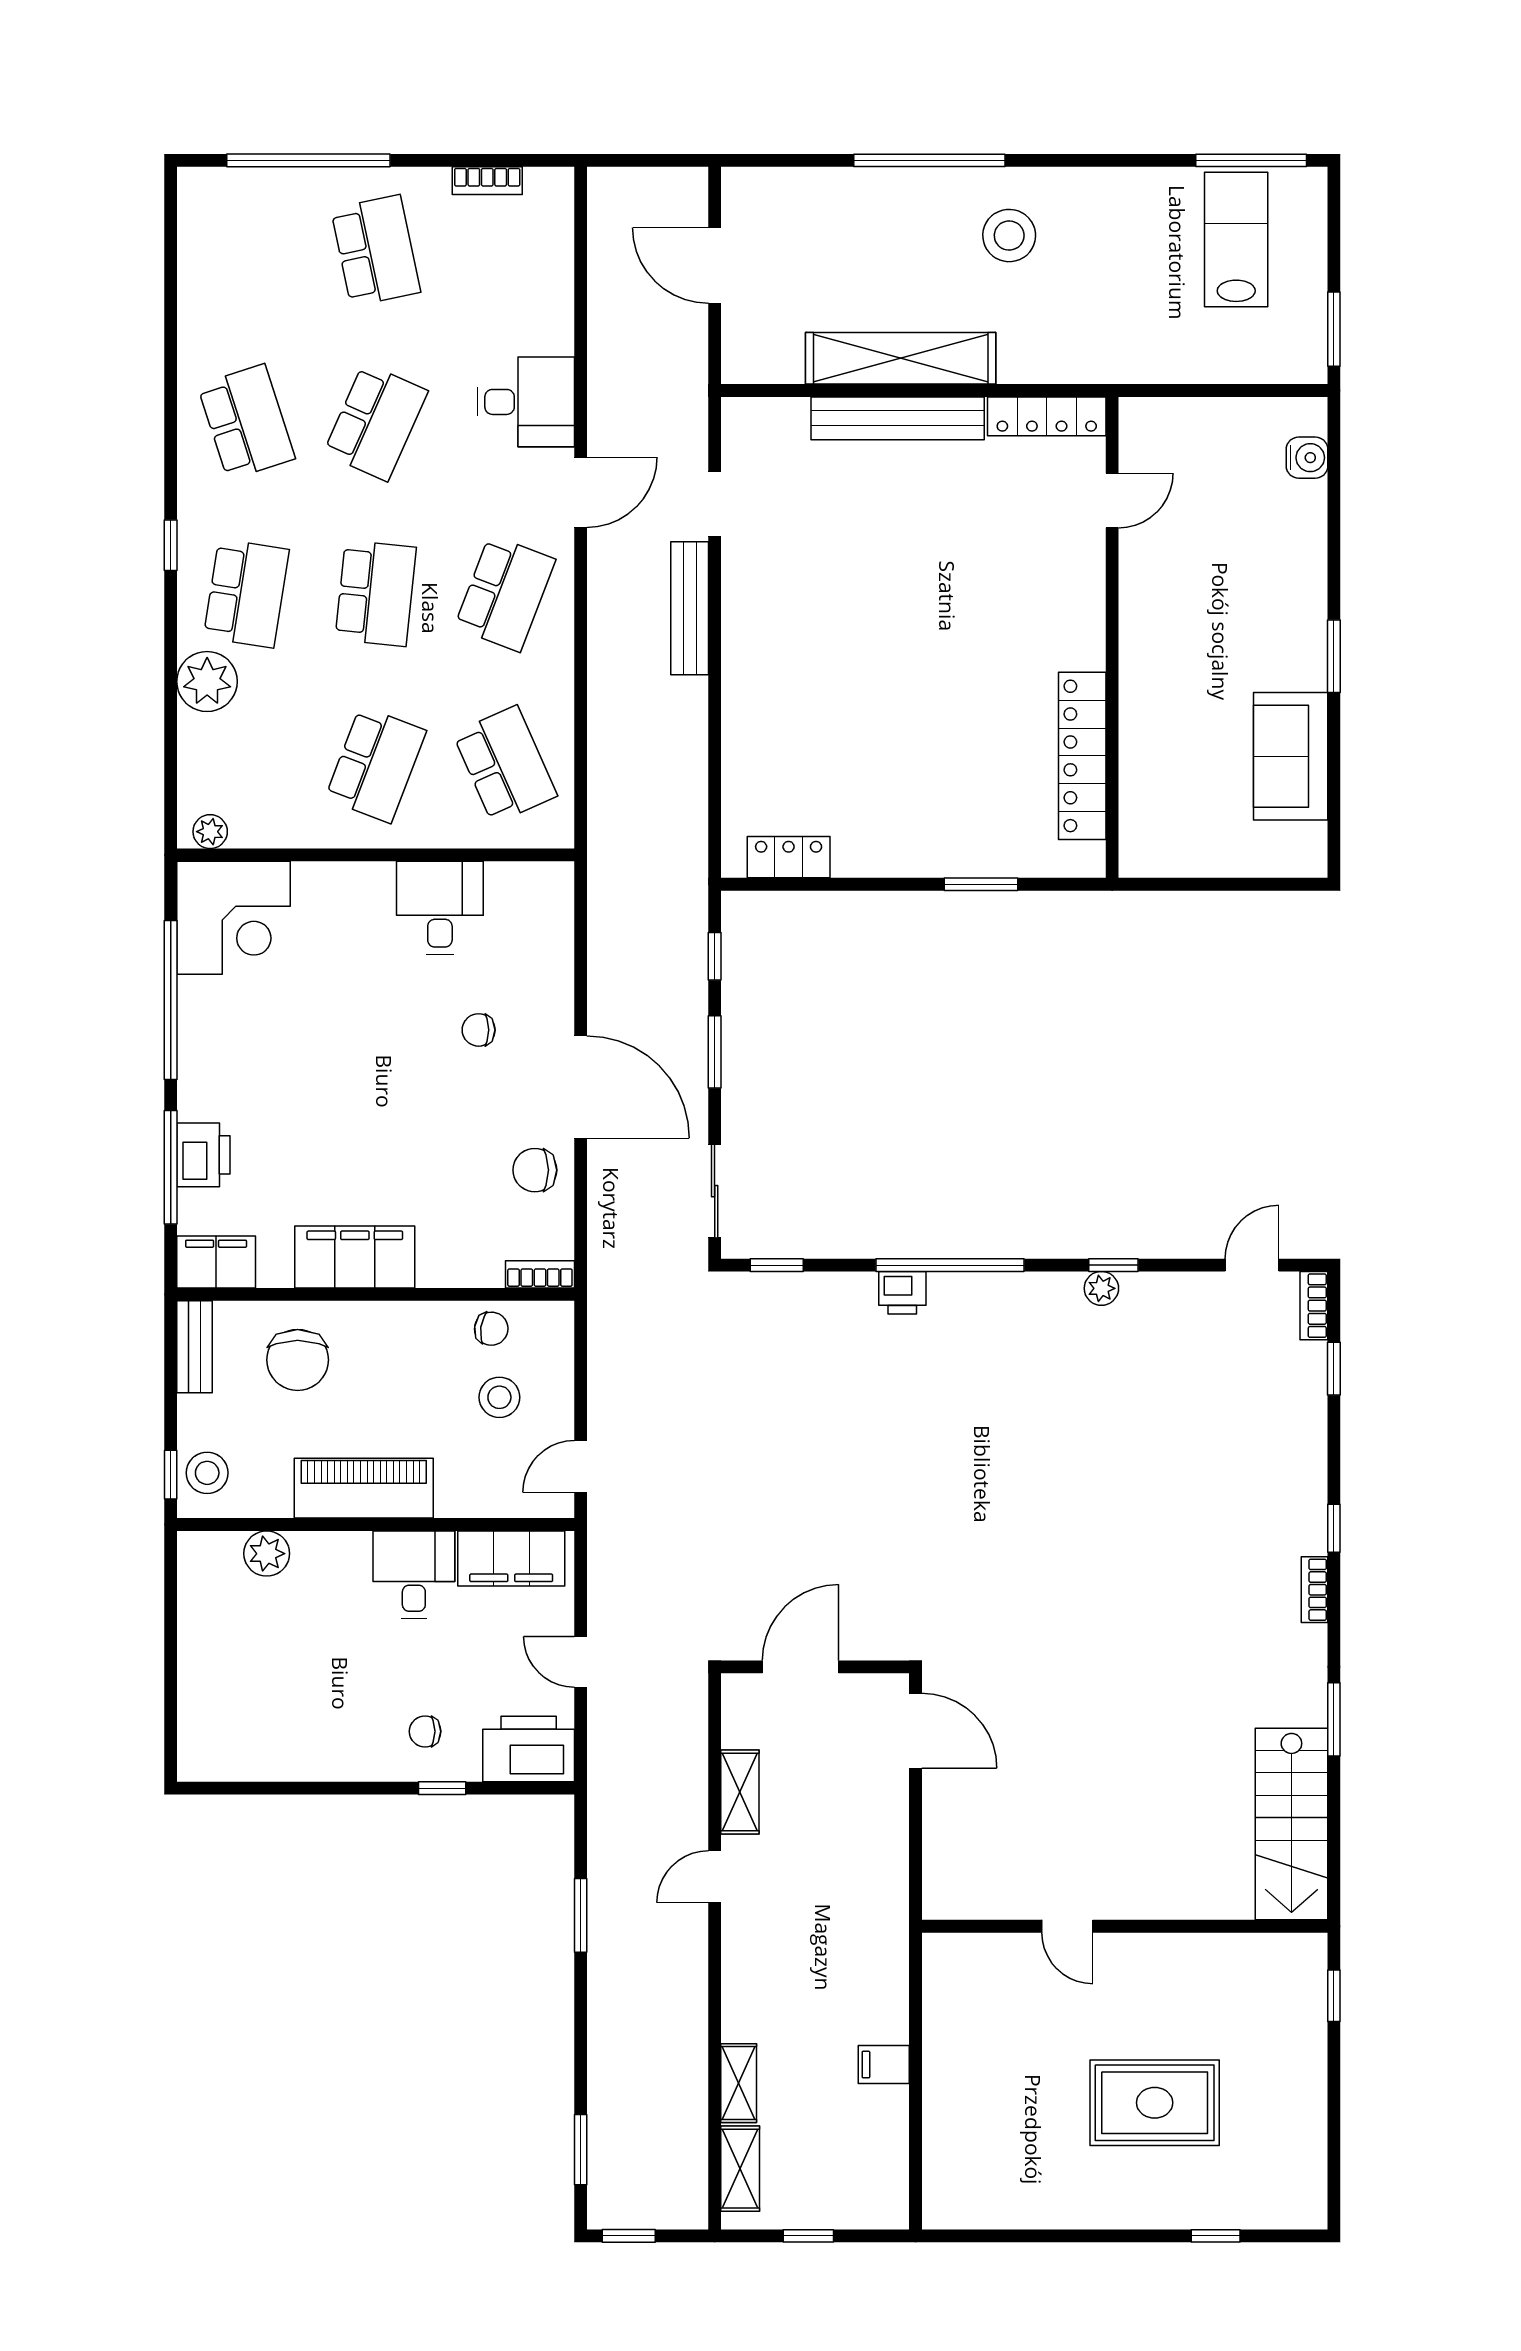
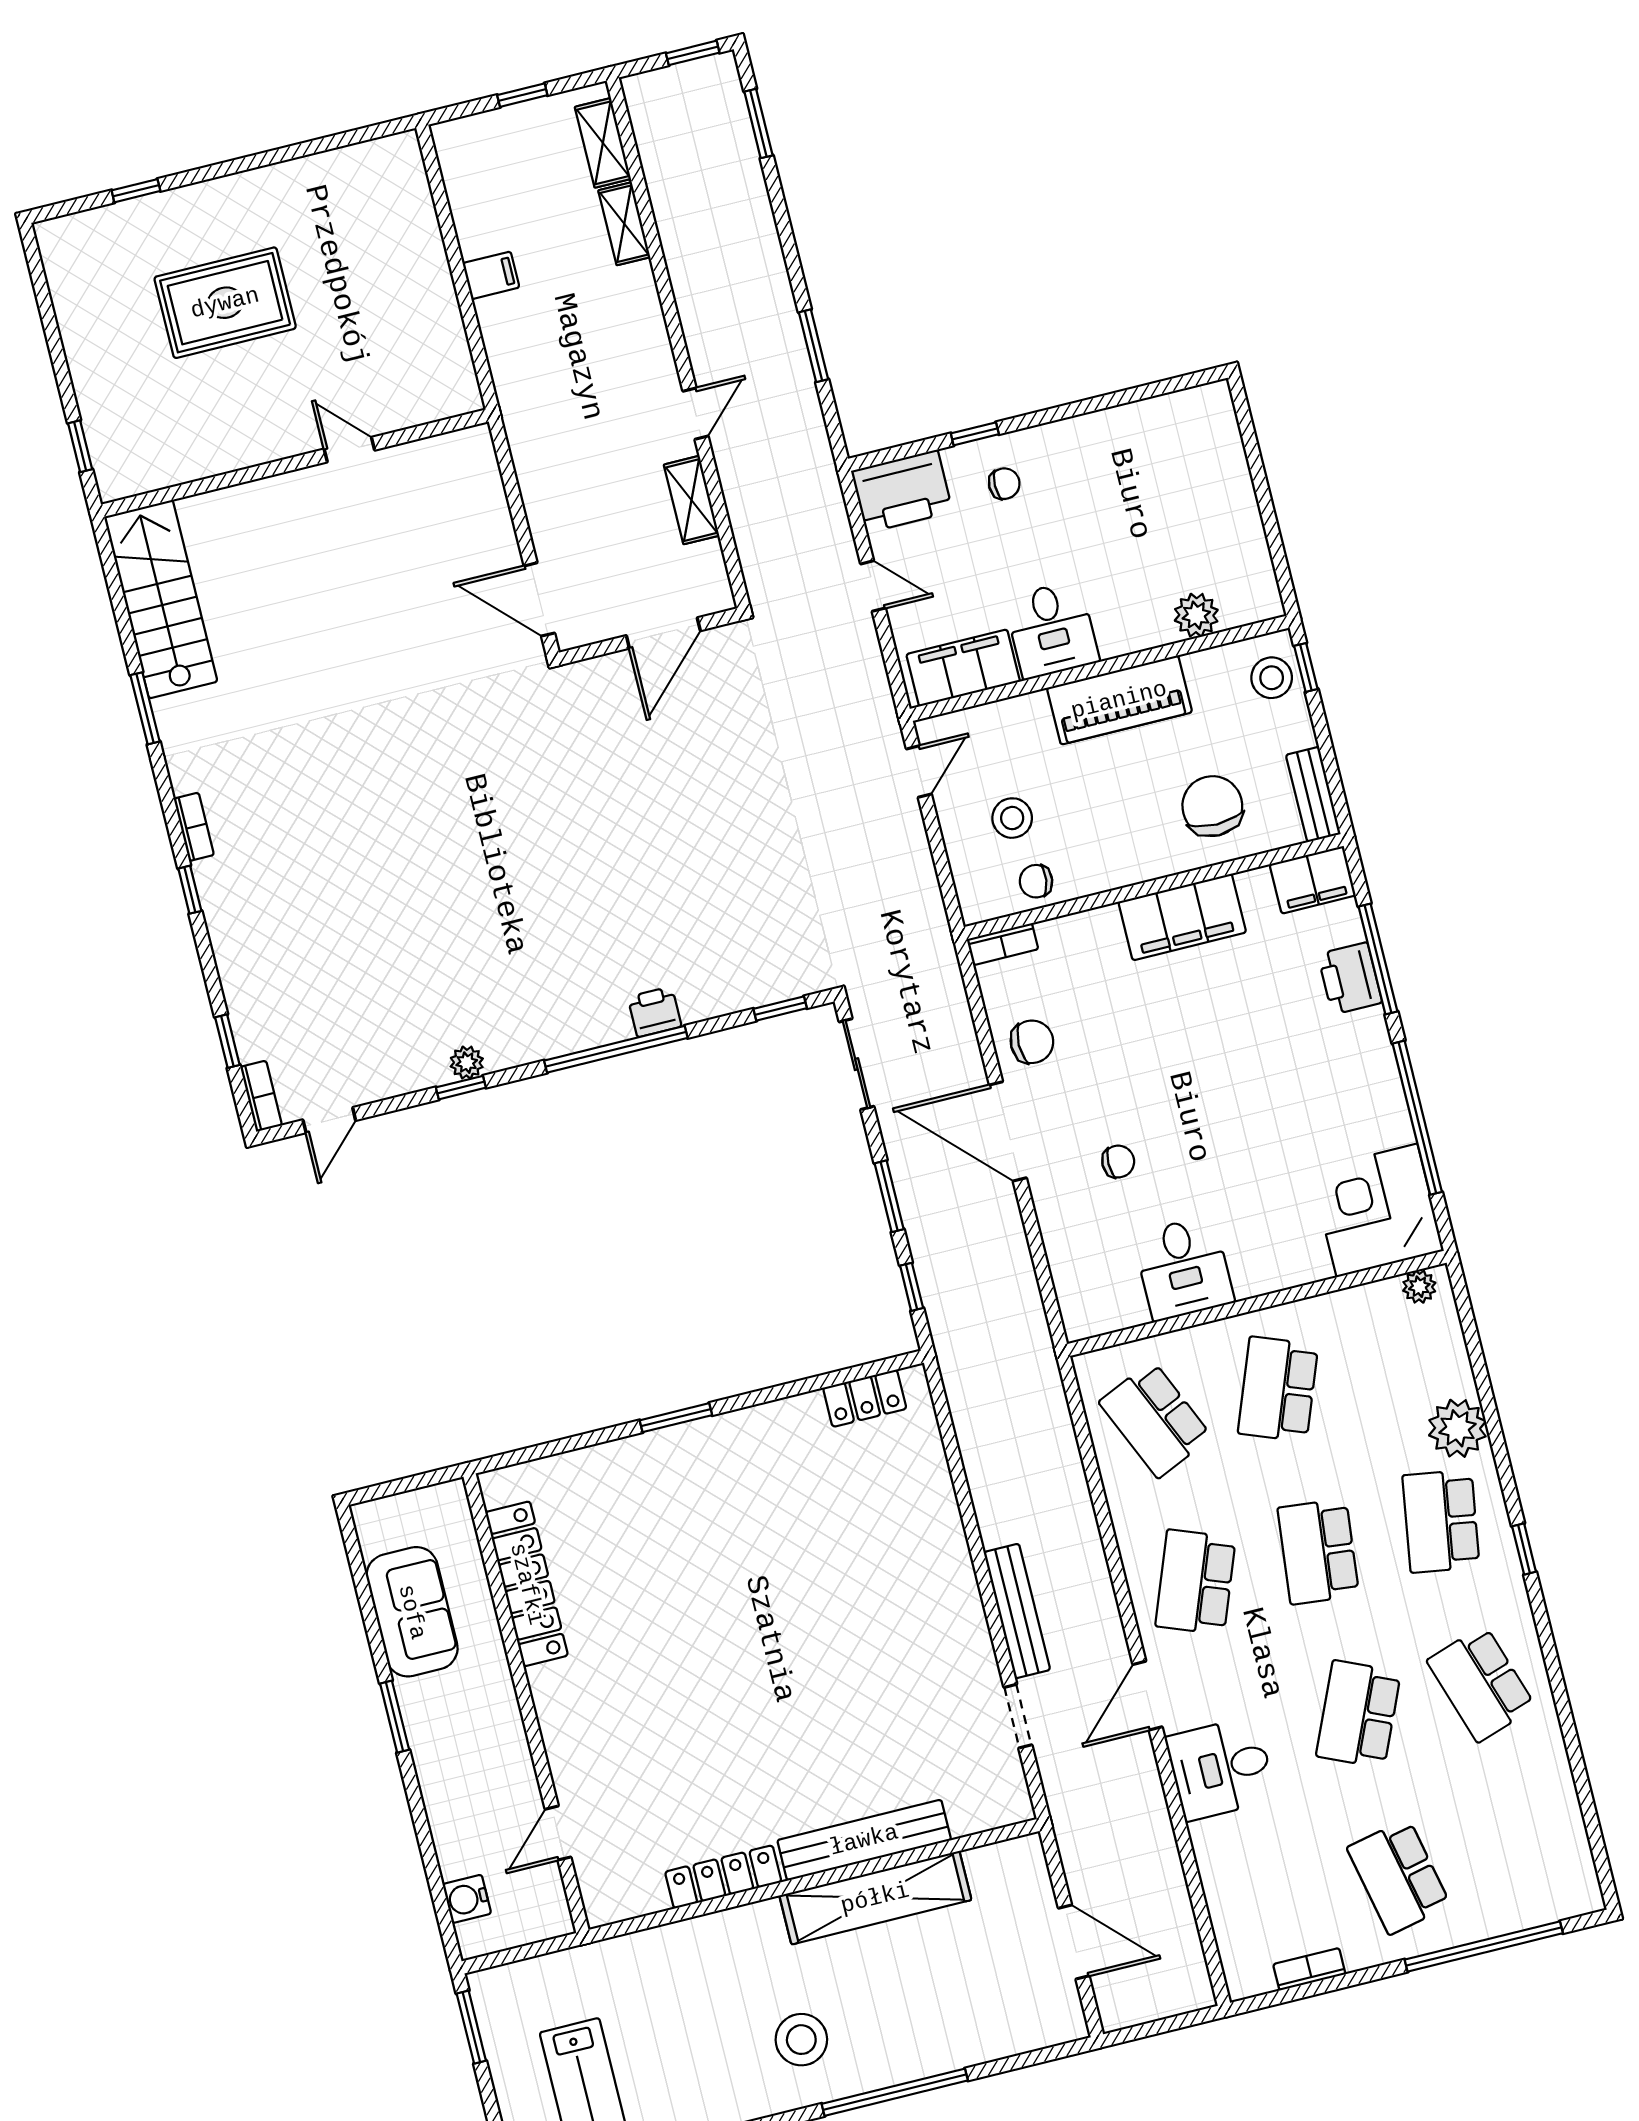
door: (1112, 501) -> (558, 1833), moved
wall: (1112, 637) -> (526, 1703), moved
locker: (1082, 756) -> (527, 1584), moved

